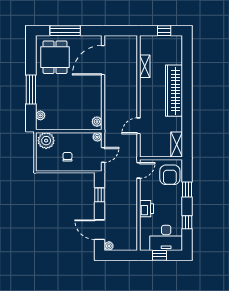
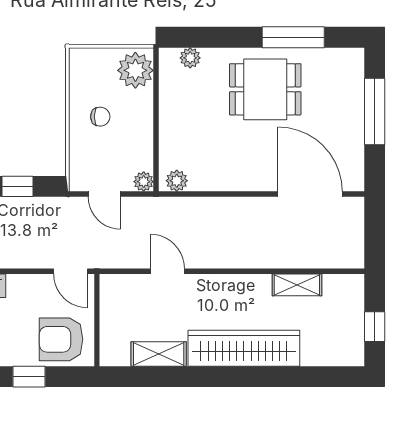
dining table: (55, 57) -> (265, 89), moved
window: (31, 89) -> (293, 37), moved
shelving: (177, 144) -> (159, 354), moved

